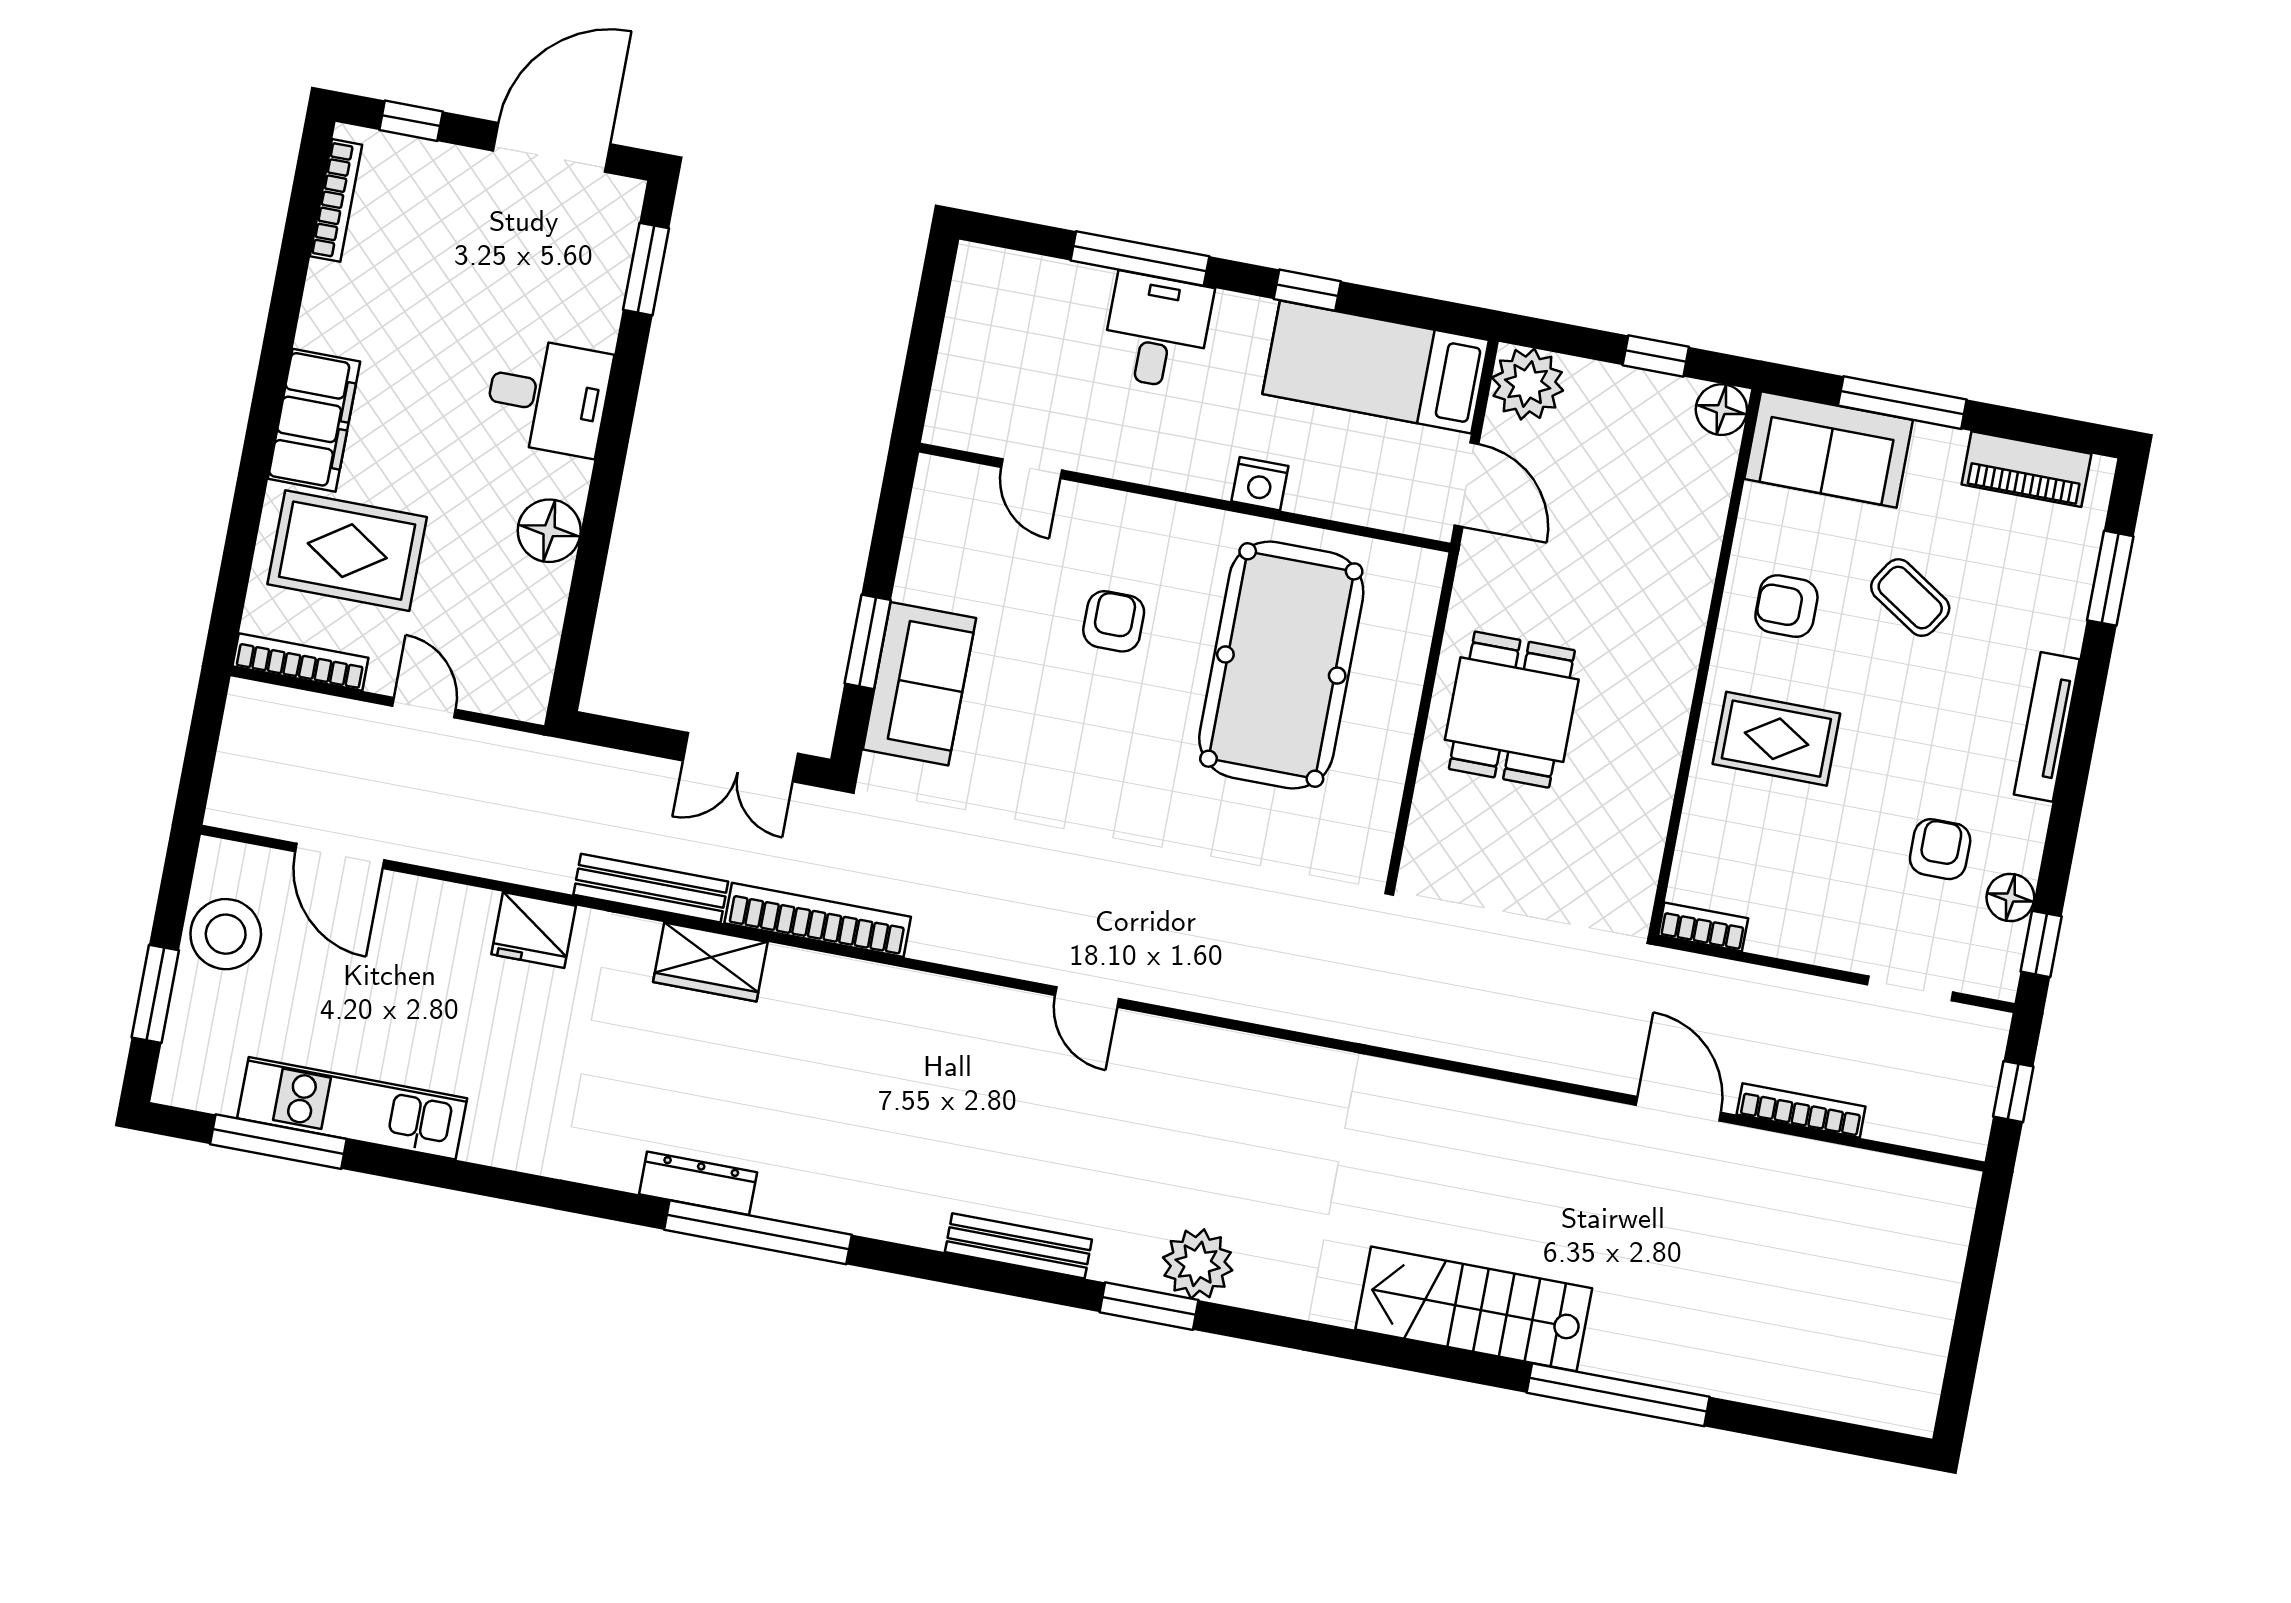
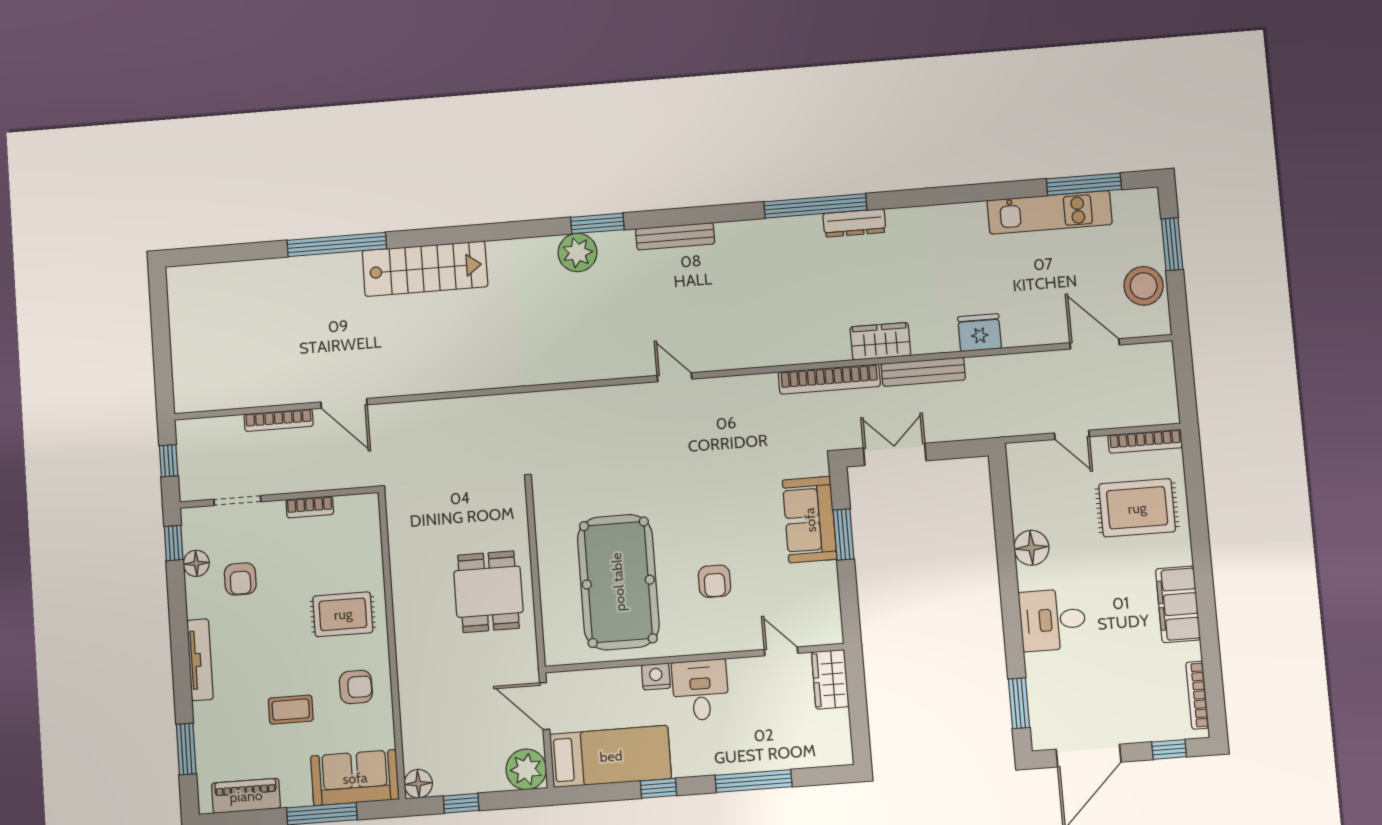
desk: (1157, 331) -> (700, 690), moved, turned 180
wardrobe: (960, 398) -> (830, 679), added
filing cabinet: (314, 420) -> (1178, 604), moved
coffee table: (1910, 598) -> (291, 710), turned -33
bookcase: (1703, 927) -> (310, 507), moved

